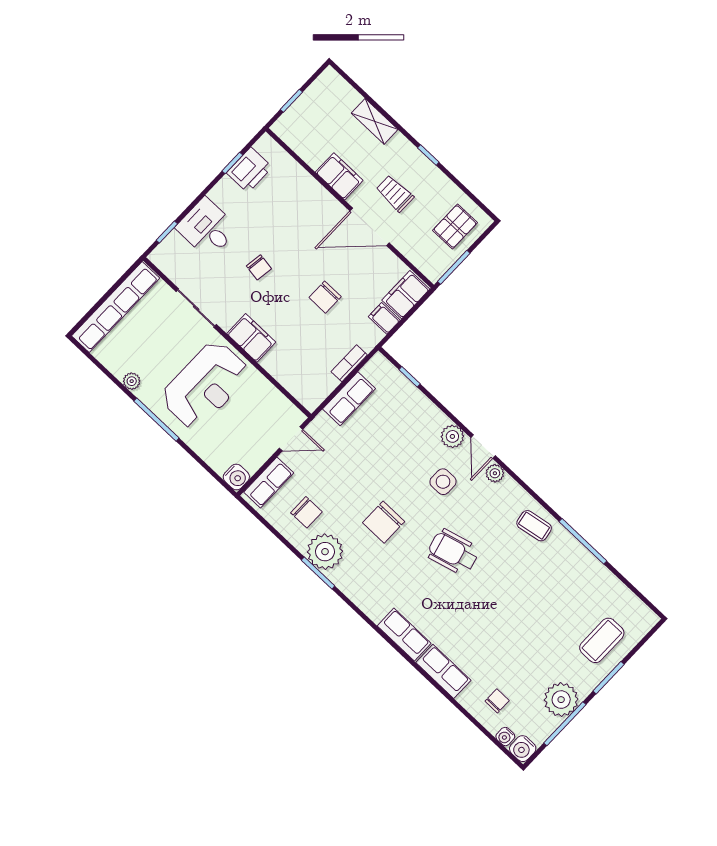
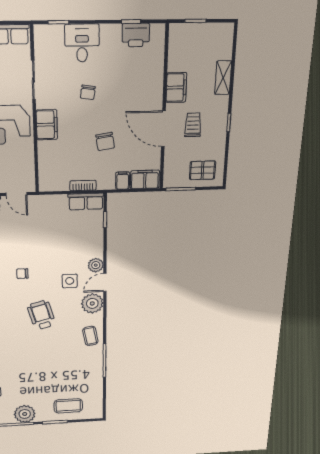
chair: (325, 297) -> (105, 141), turned -99
row of seats: (349, 399) -> (86, 202), moved
plant: (495, 473) -> (92, 303), width x1.88, depth x1.88
chair: (384, 522) -> (22, 274), width x0.54, depth x0.54

